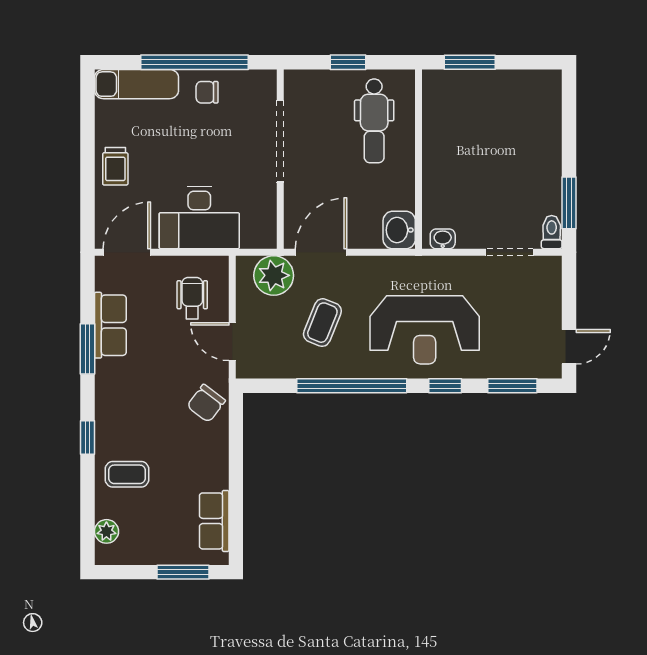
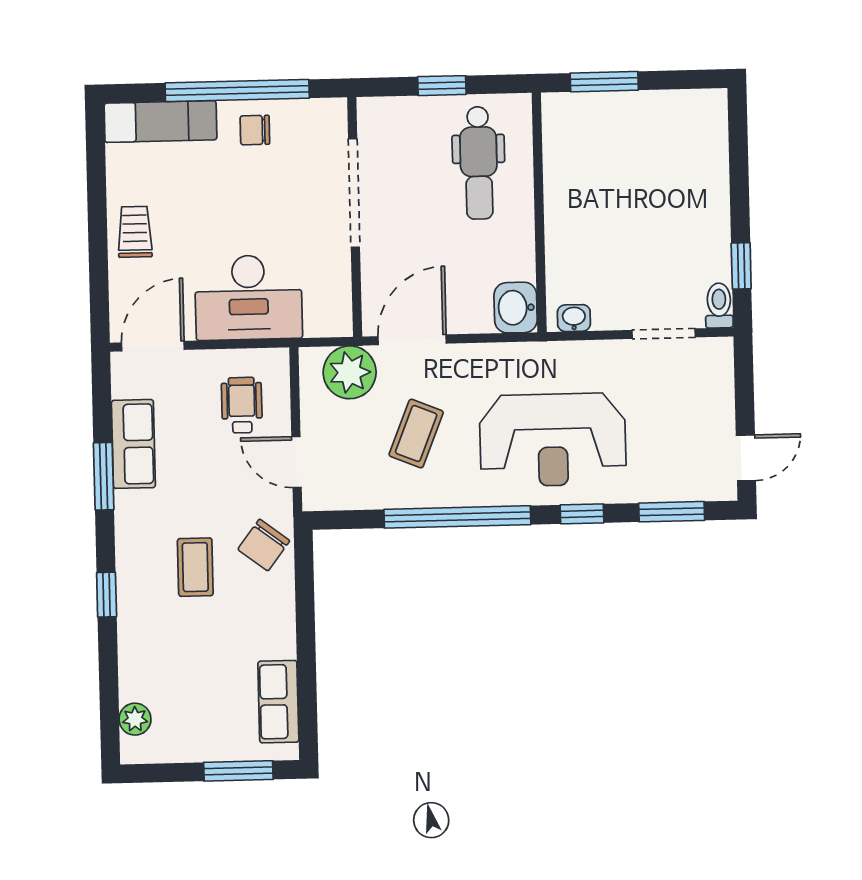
trolley: (115, 166) -> (135, 232), turned 180
window: (569, 203) -> (741, 266), width x0.67
coffee table: (127, 474) -> (195, 567), moved, turned 90

